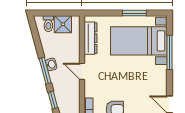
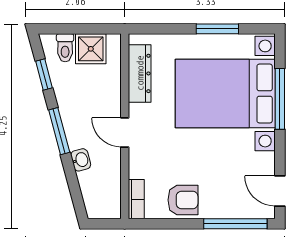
bed with nightstands: (139, 41) -> (225, 94), width x1.36
washbasin: (51, 64) -> (81, 160), moved
window: (53, 100) -> (44, 75), moved

